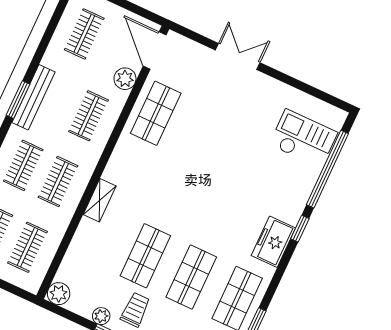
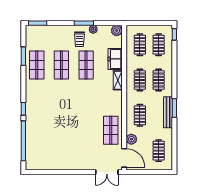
double door: (238, 56) -> (107, 172), moved
checkout: (303, 139) -> (40, 149), removed
freezer: (273, 242) -> (115, 59), moved, turned 180

